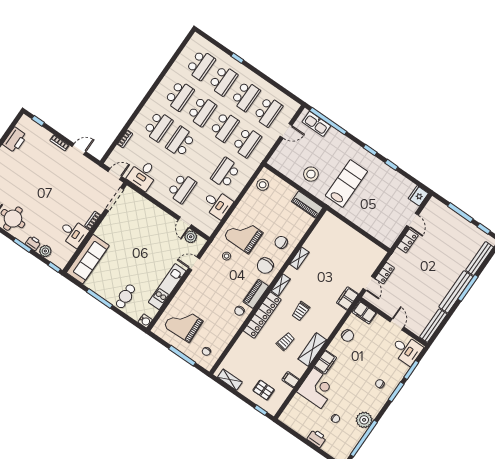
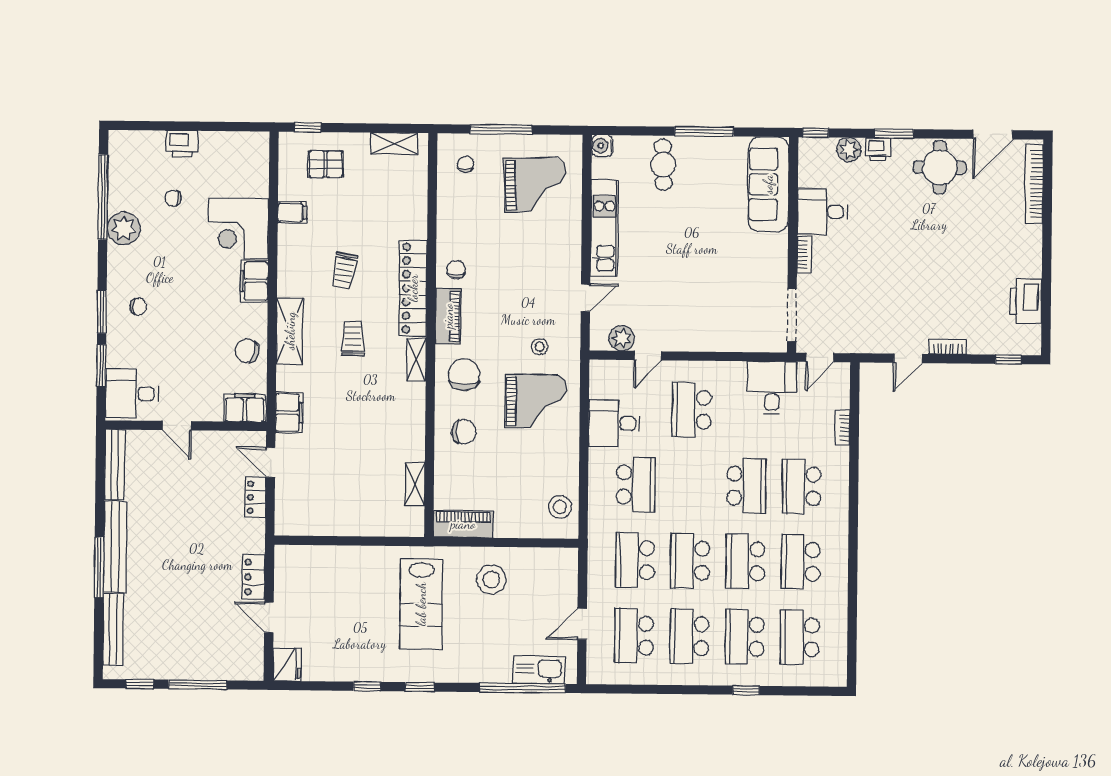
door: (185, 222) -> (648, 356), swing flipped
shelving: (299, 258) -> (415, 484), moved
shelving: (312, 350) -> (290, 331), moved

